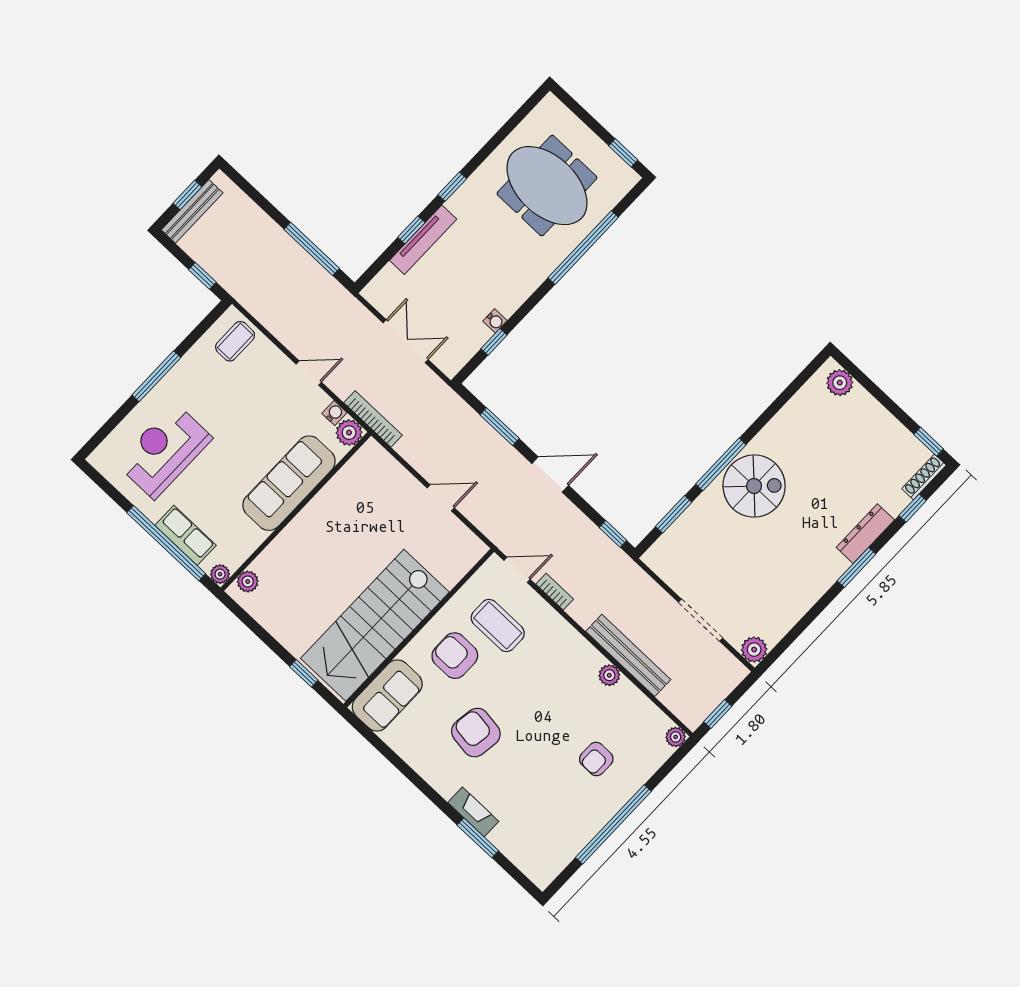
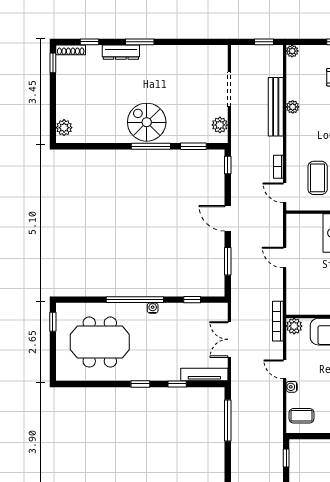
meeting table: (547, 186) -> (100, 342), turned 90
tv unit: (423, 240) -> (204, 375), moved
window: (583, 248) -> (135, 300), moved
water cooler: (495, 321) -> (153, 308), moved
water cooler: (334, 413) -> (292, 387), moved
plant: (754, 650) -> (220, 125), moved

